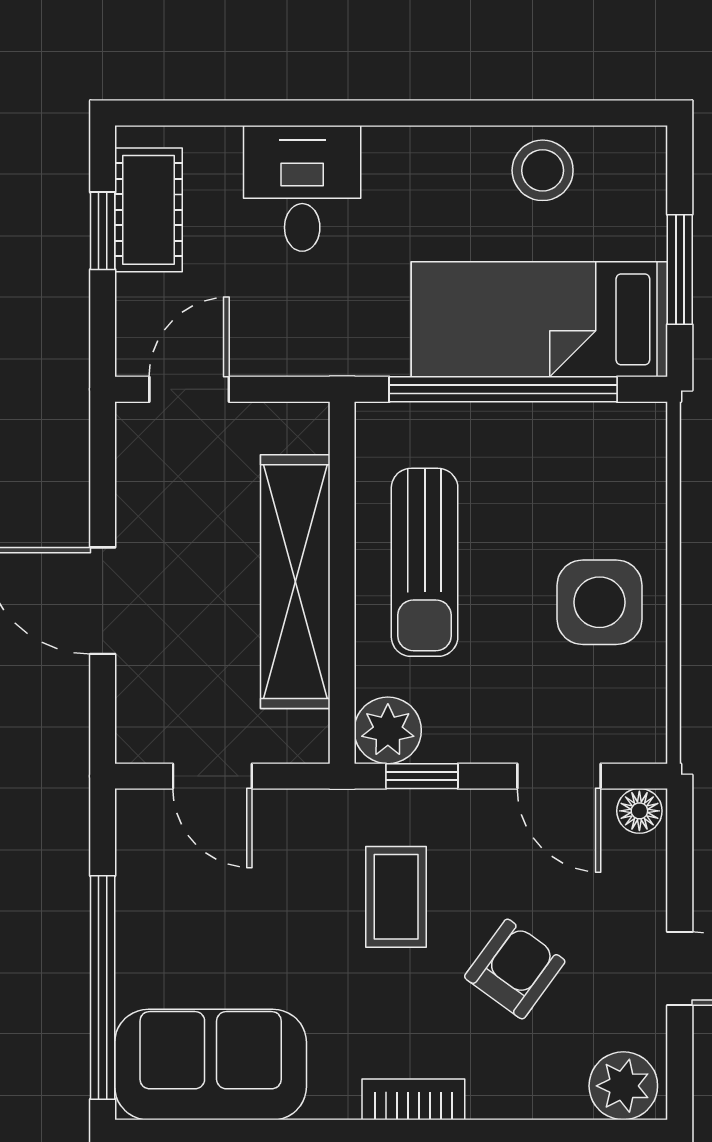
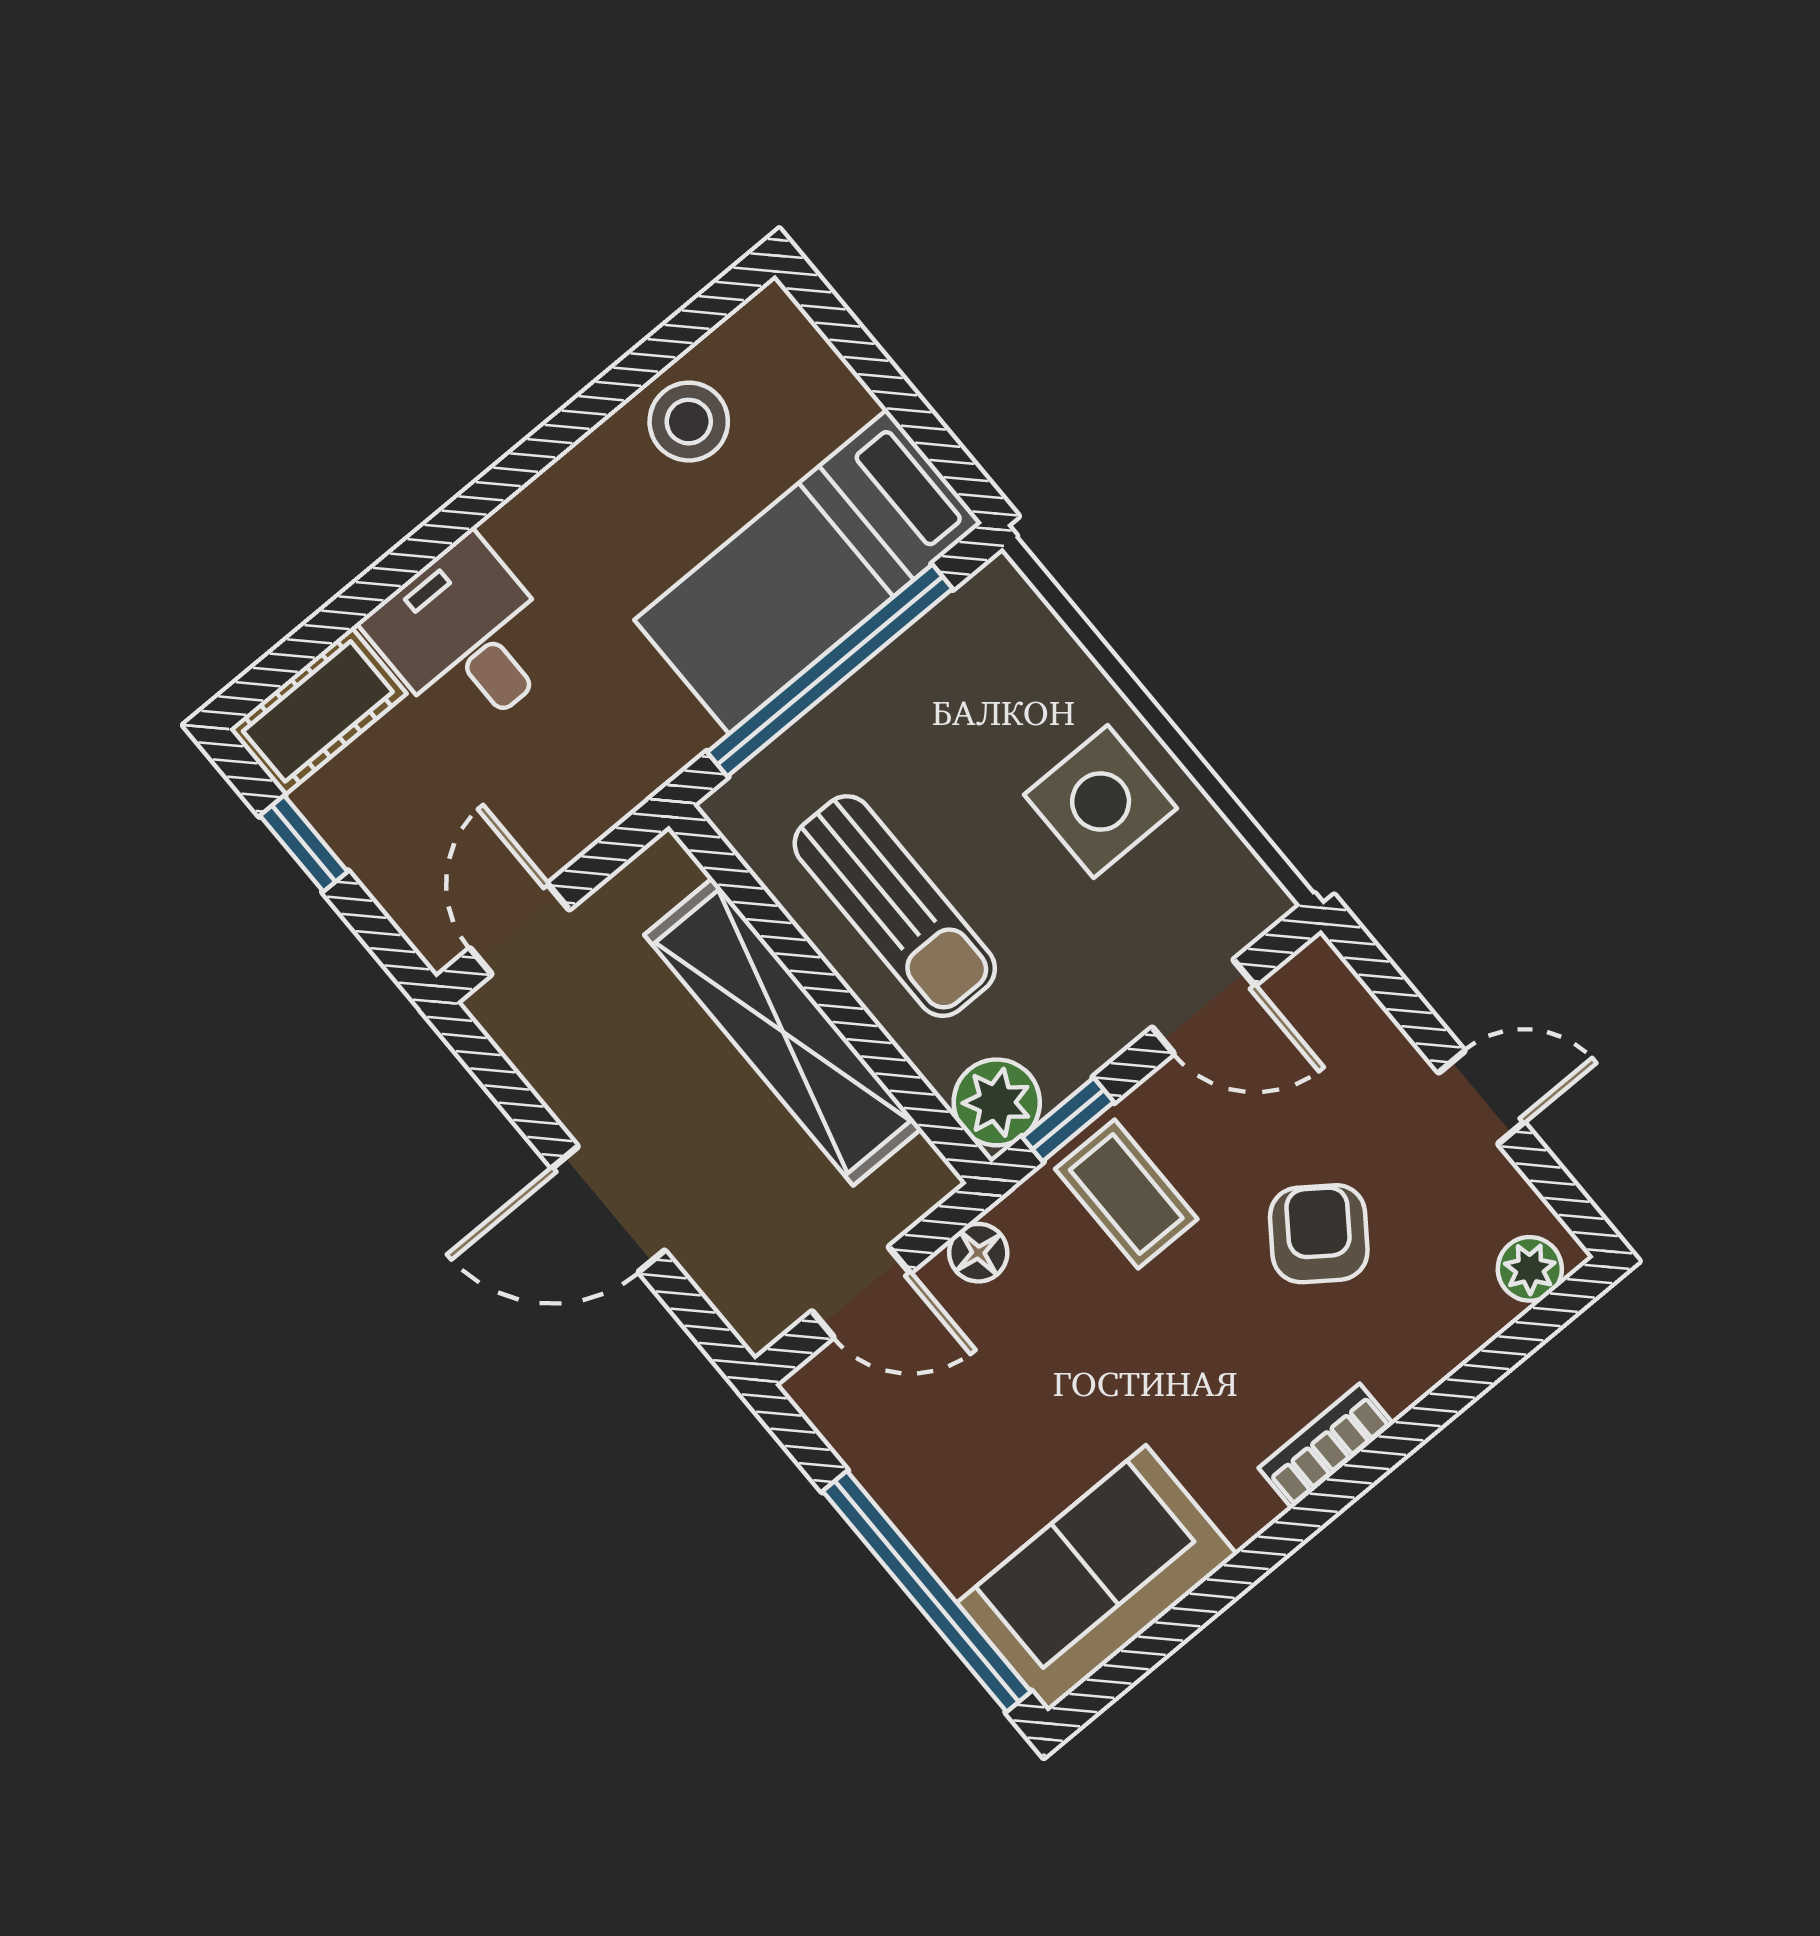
cot: (149, 210) -> (318, 711), moved, turned 90
window: (680, 270) -> (906, 407), removed
floor lamp: (639, 811) -> (978, 1253), moved
coffee table: (396, 897) -> (1126, 1194), moved
plant: (623, 1086) -> (1530, 1269), width x0.73, depth x0.73

